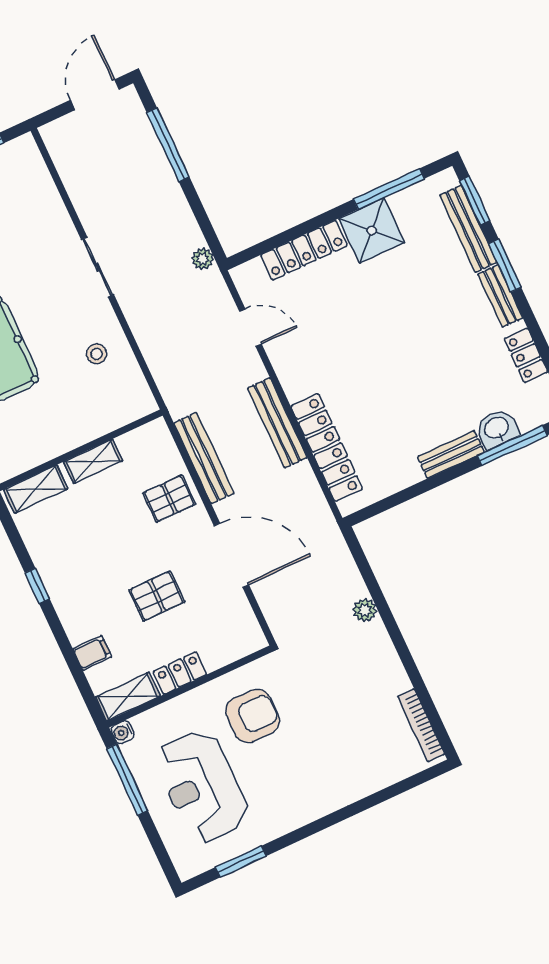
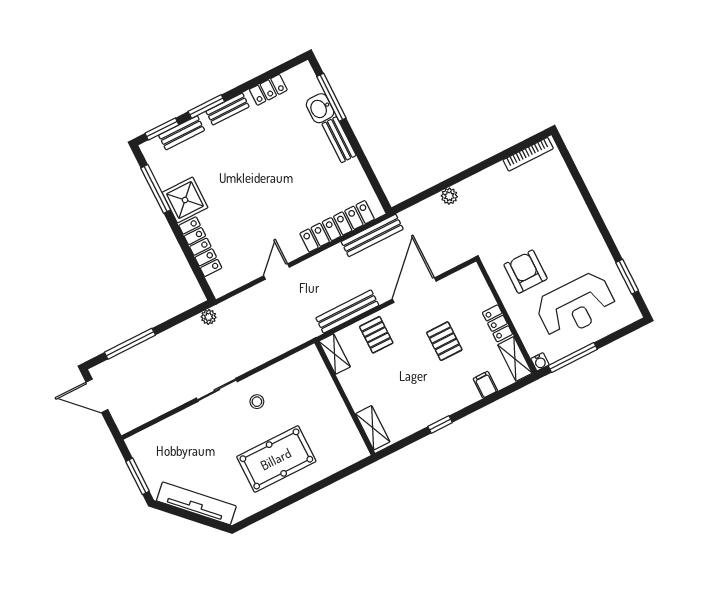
bench: (468, 229) -> (182, 133), width x0.73
door: (251, 328) -> (277, 271), moved
stool: (96, 354) -> (257, 402), moved
bench: (277, 423) -> (372, 235), moved
shelving: (93, 461) -> (335, 354), moved

